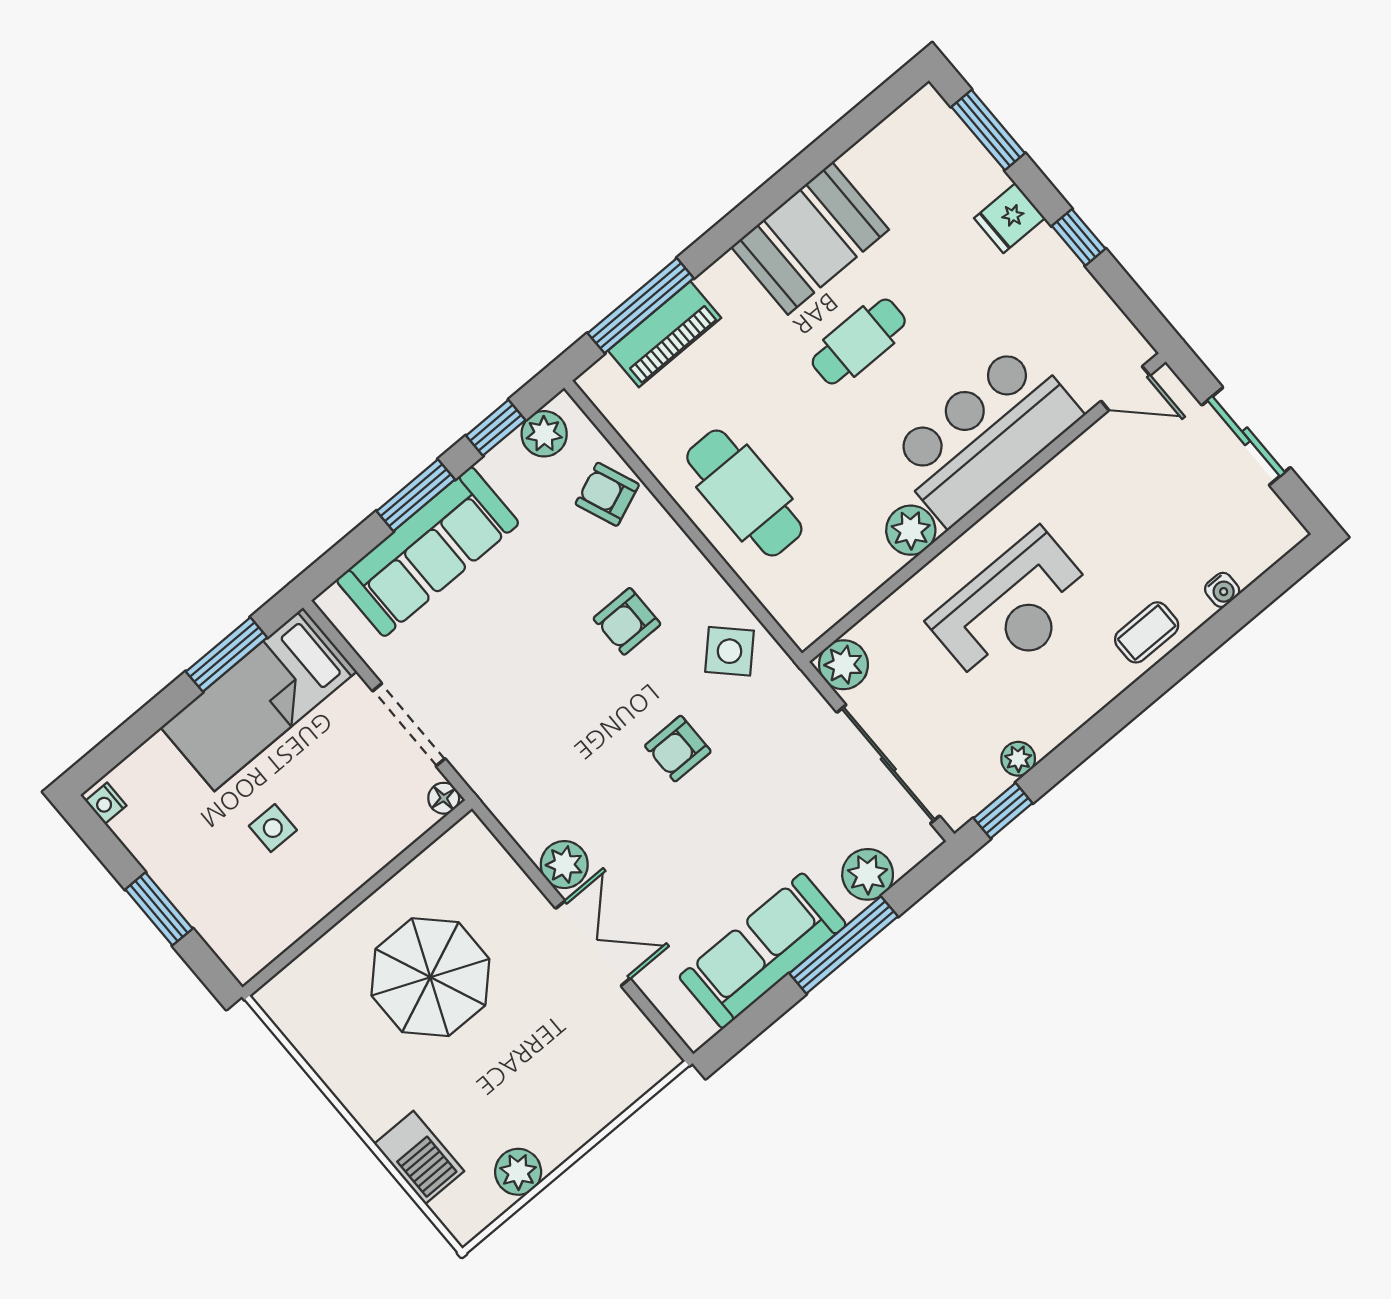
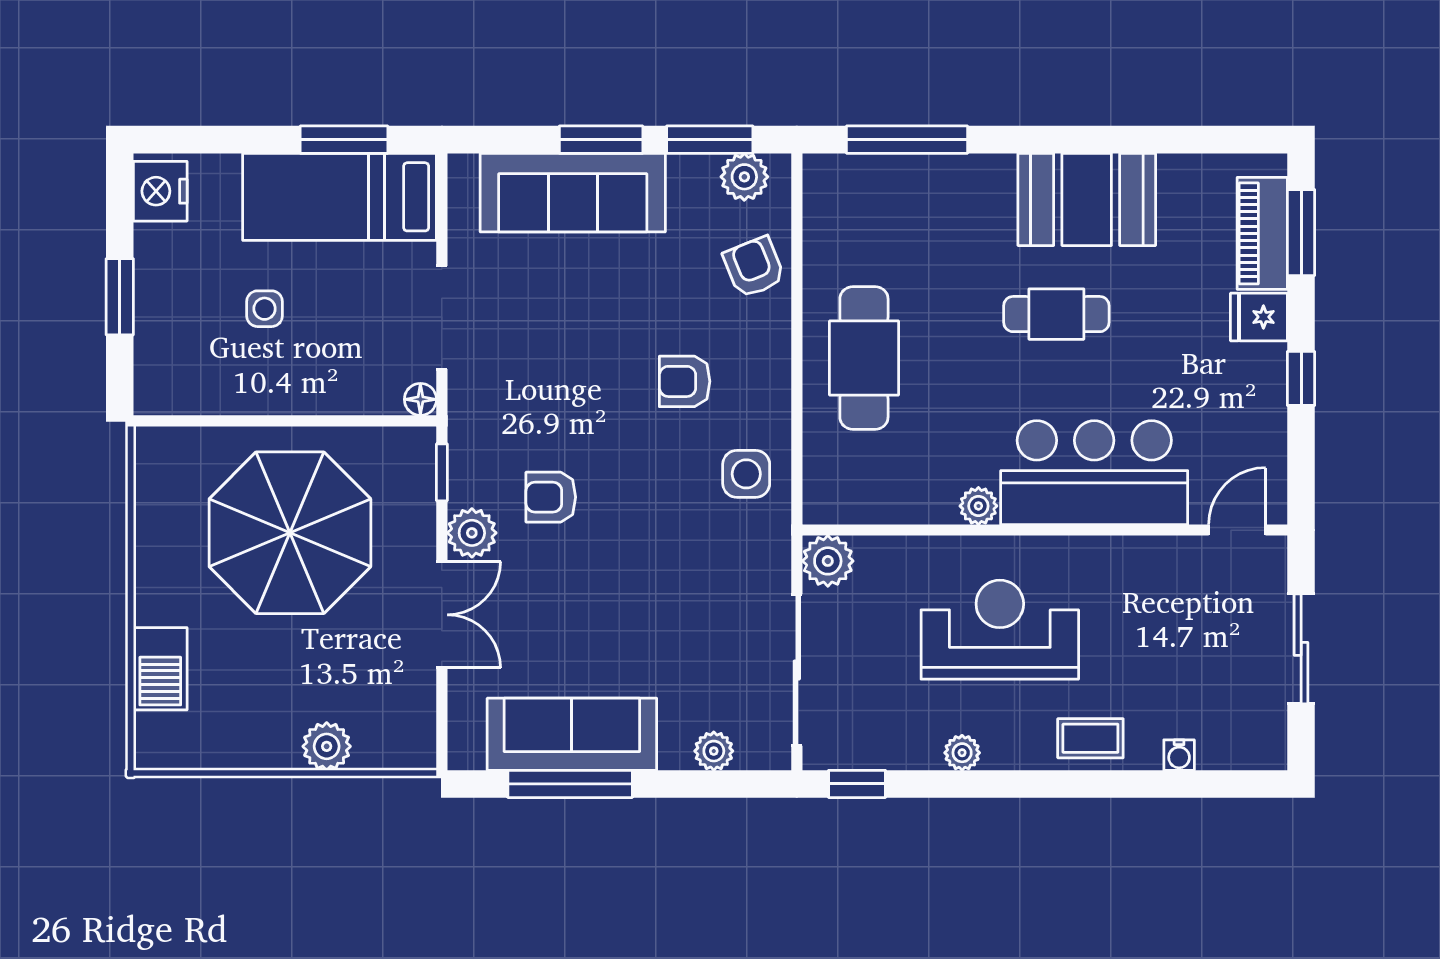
piano: (665, 334) -> (1262, 233), moved, turned 90
door: (1126, 388) -> (1237, 530), swing flipped
window: (496, 428) -> (710, 140), width x1.50
plant: (911, 530) -> (978, 506), width x0.73, depth x0.73
reception desk: (1013, 609) -> (1000, 630), turned 180
side table: (730, 651) -> (746, 474), turned 45
armchair: (678, 749) -> (551, 497), moved
plant: (1018, 759) -> (962, 753), moved
nightstand: (106, 803) -> (160, 191), width x1.89, depth x1.79
window: (505, 839) -> (442, 472), added
plant: (868, 874) -> (714, 751), width x0.73, depth x0.73
window: (844, 945) -> (570, 784), moved
parasol: (430, 977) -> (290, 533), width x1.36, depth x1.36
plant: (518, 1172) -> (327, 746), moved

